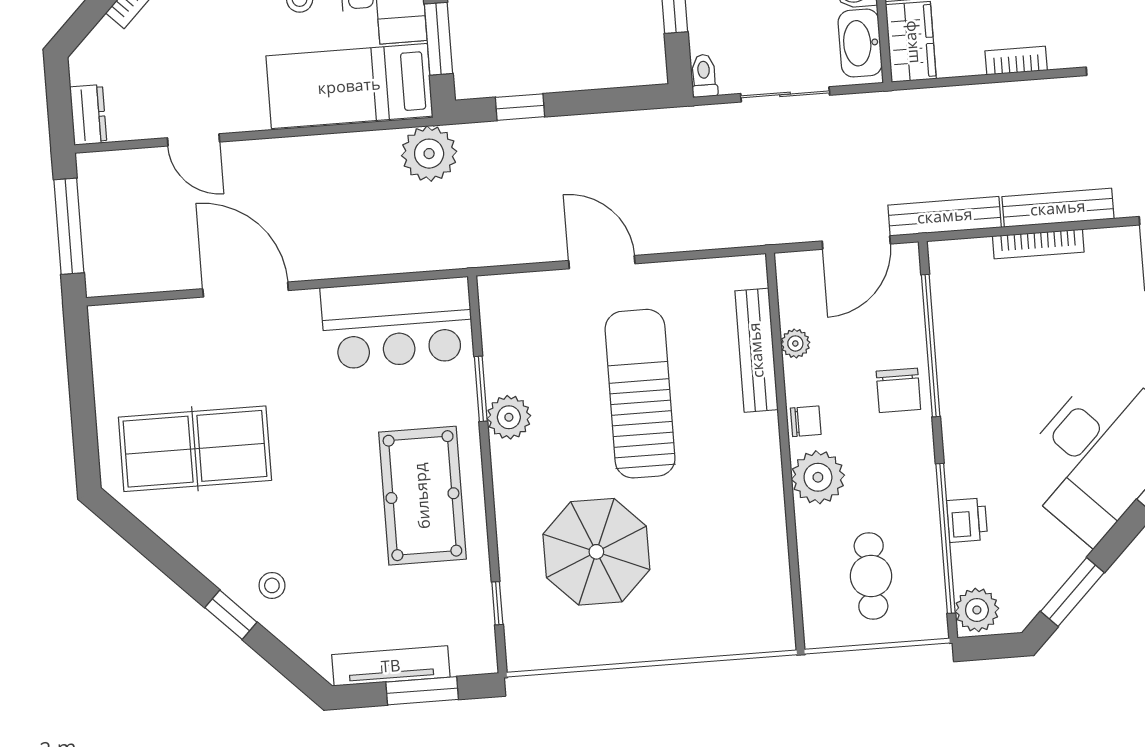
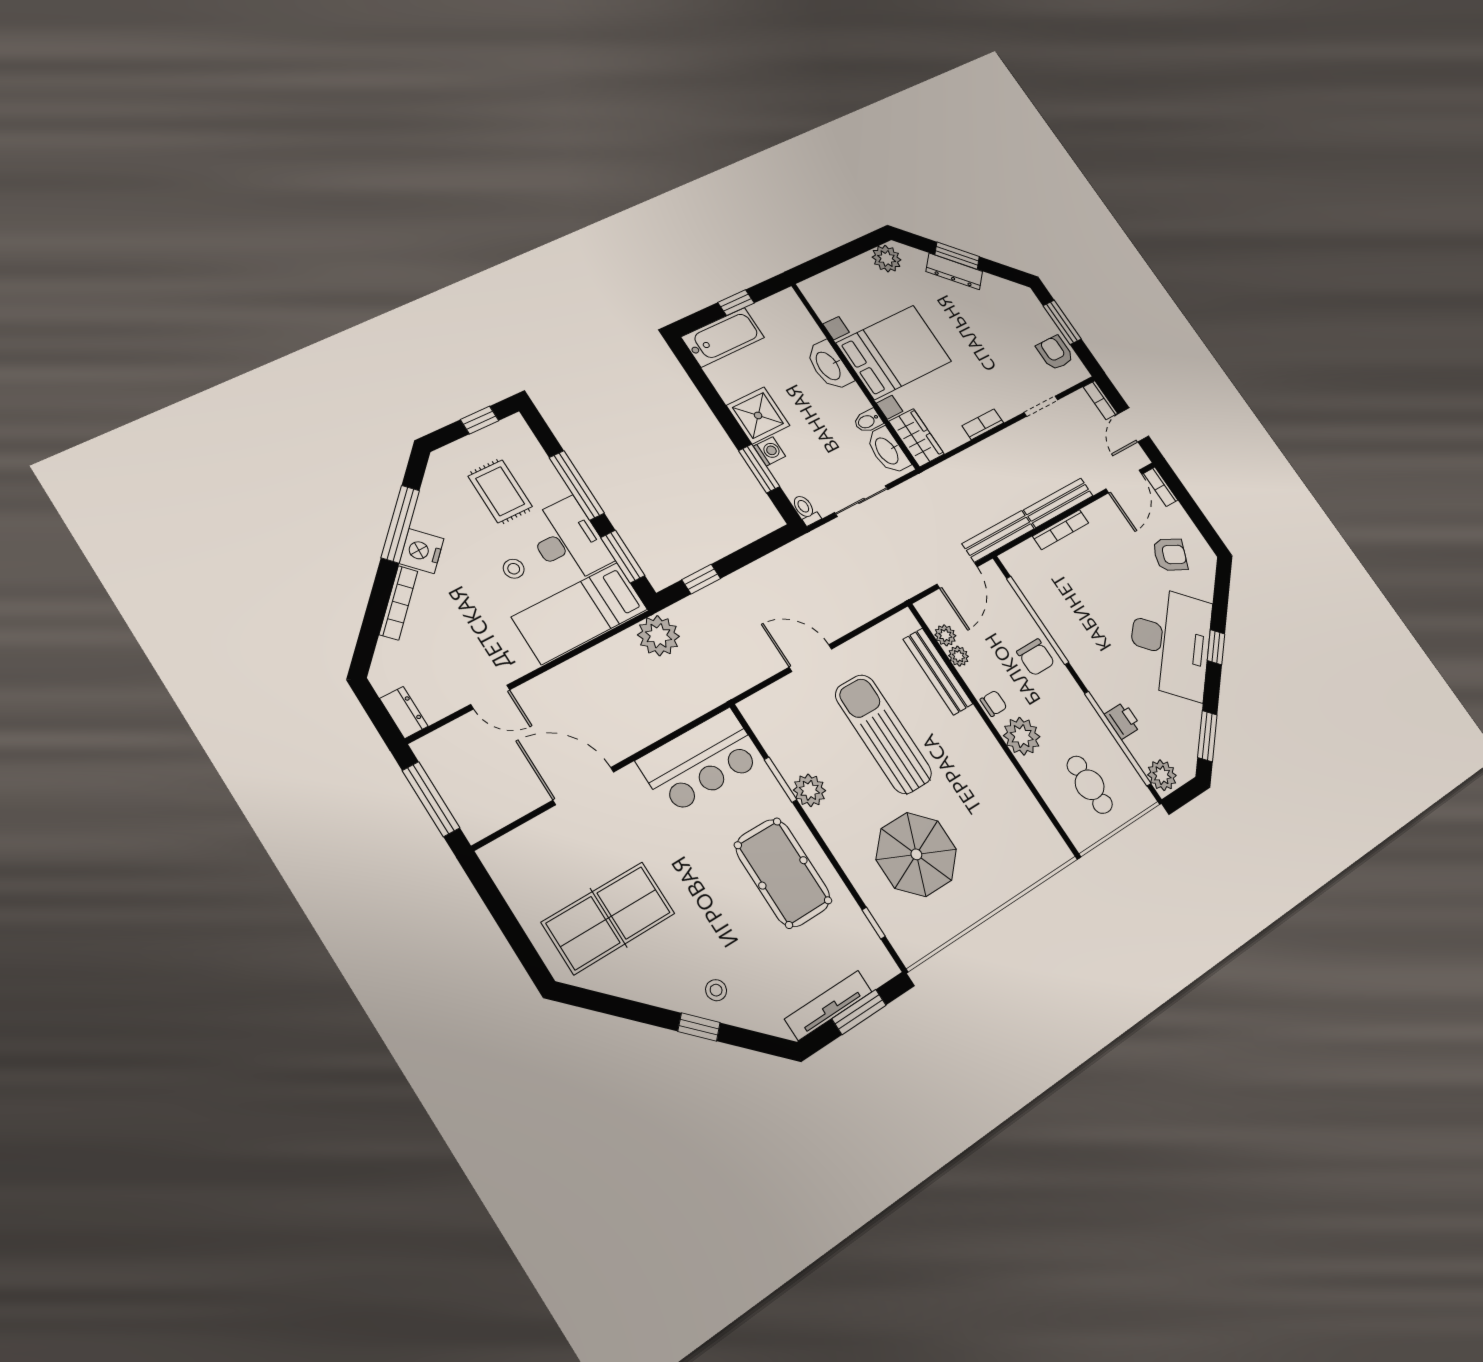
plant: (794, 310) -> (945, 635), added

